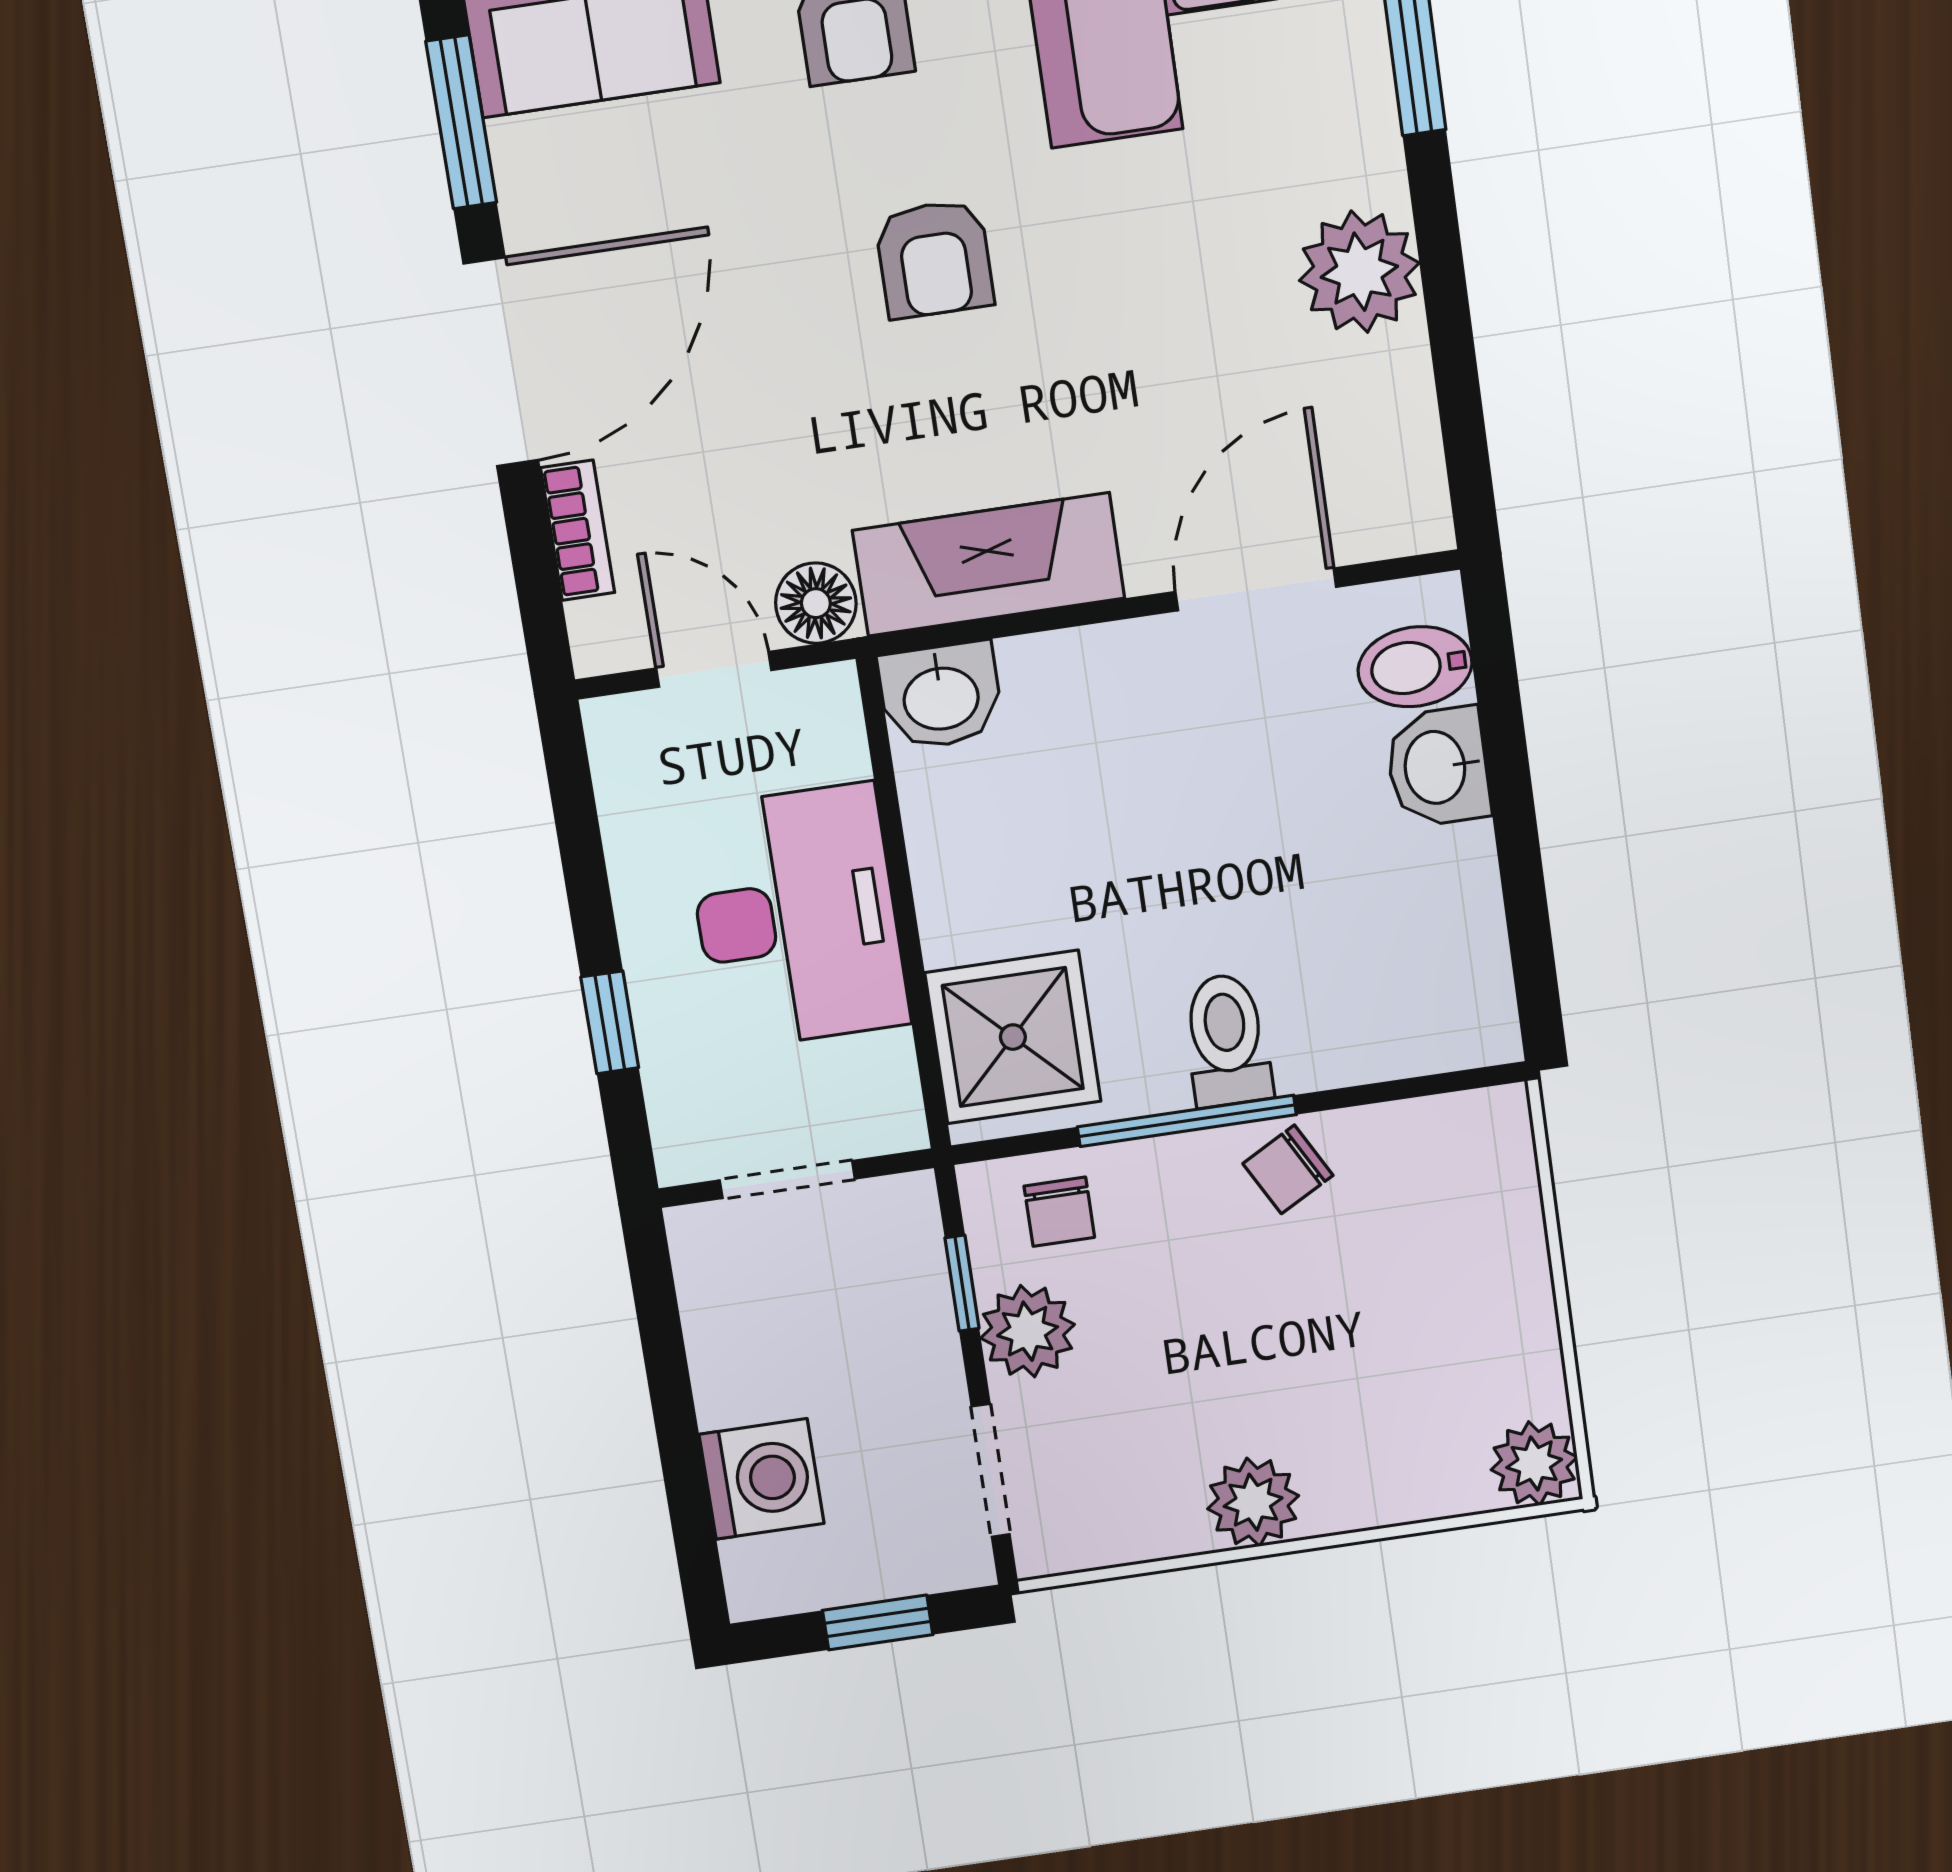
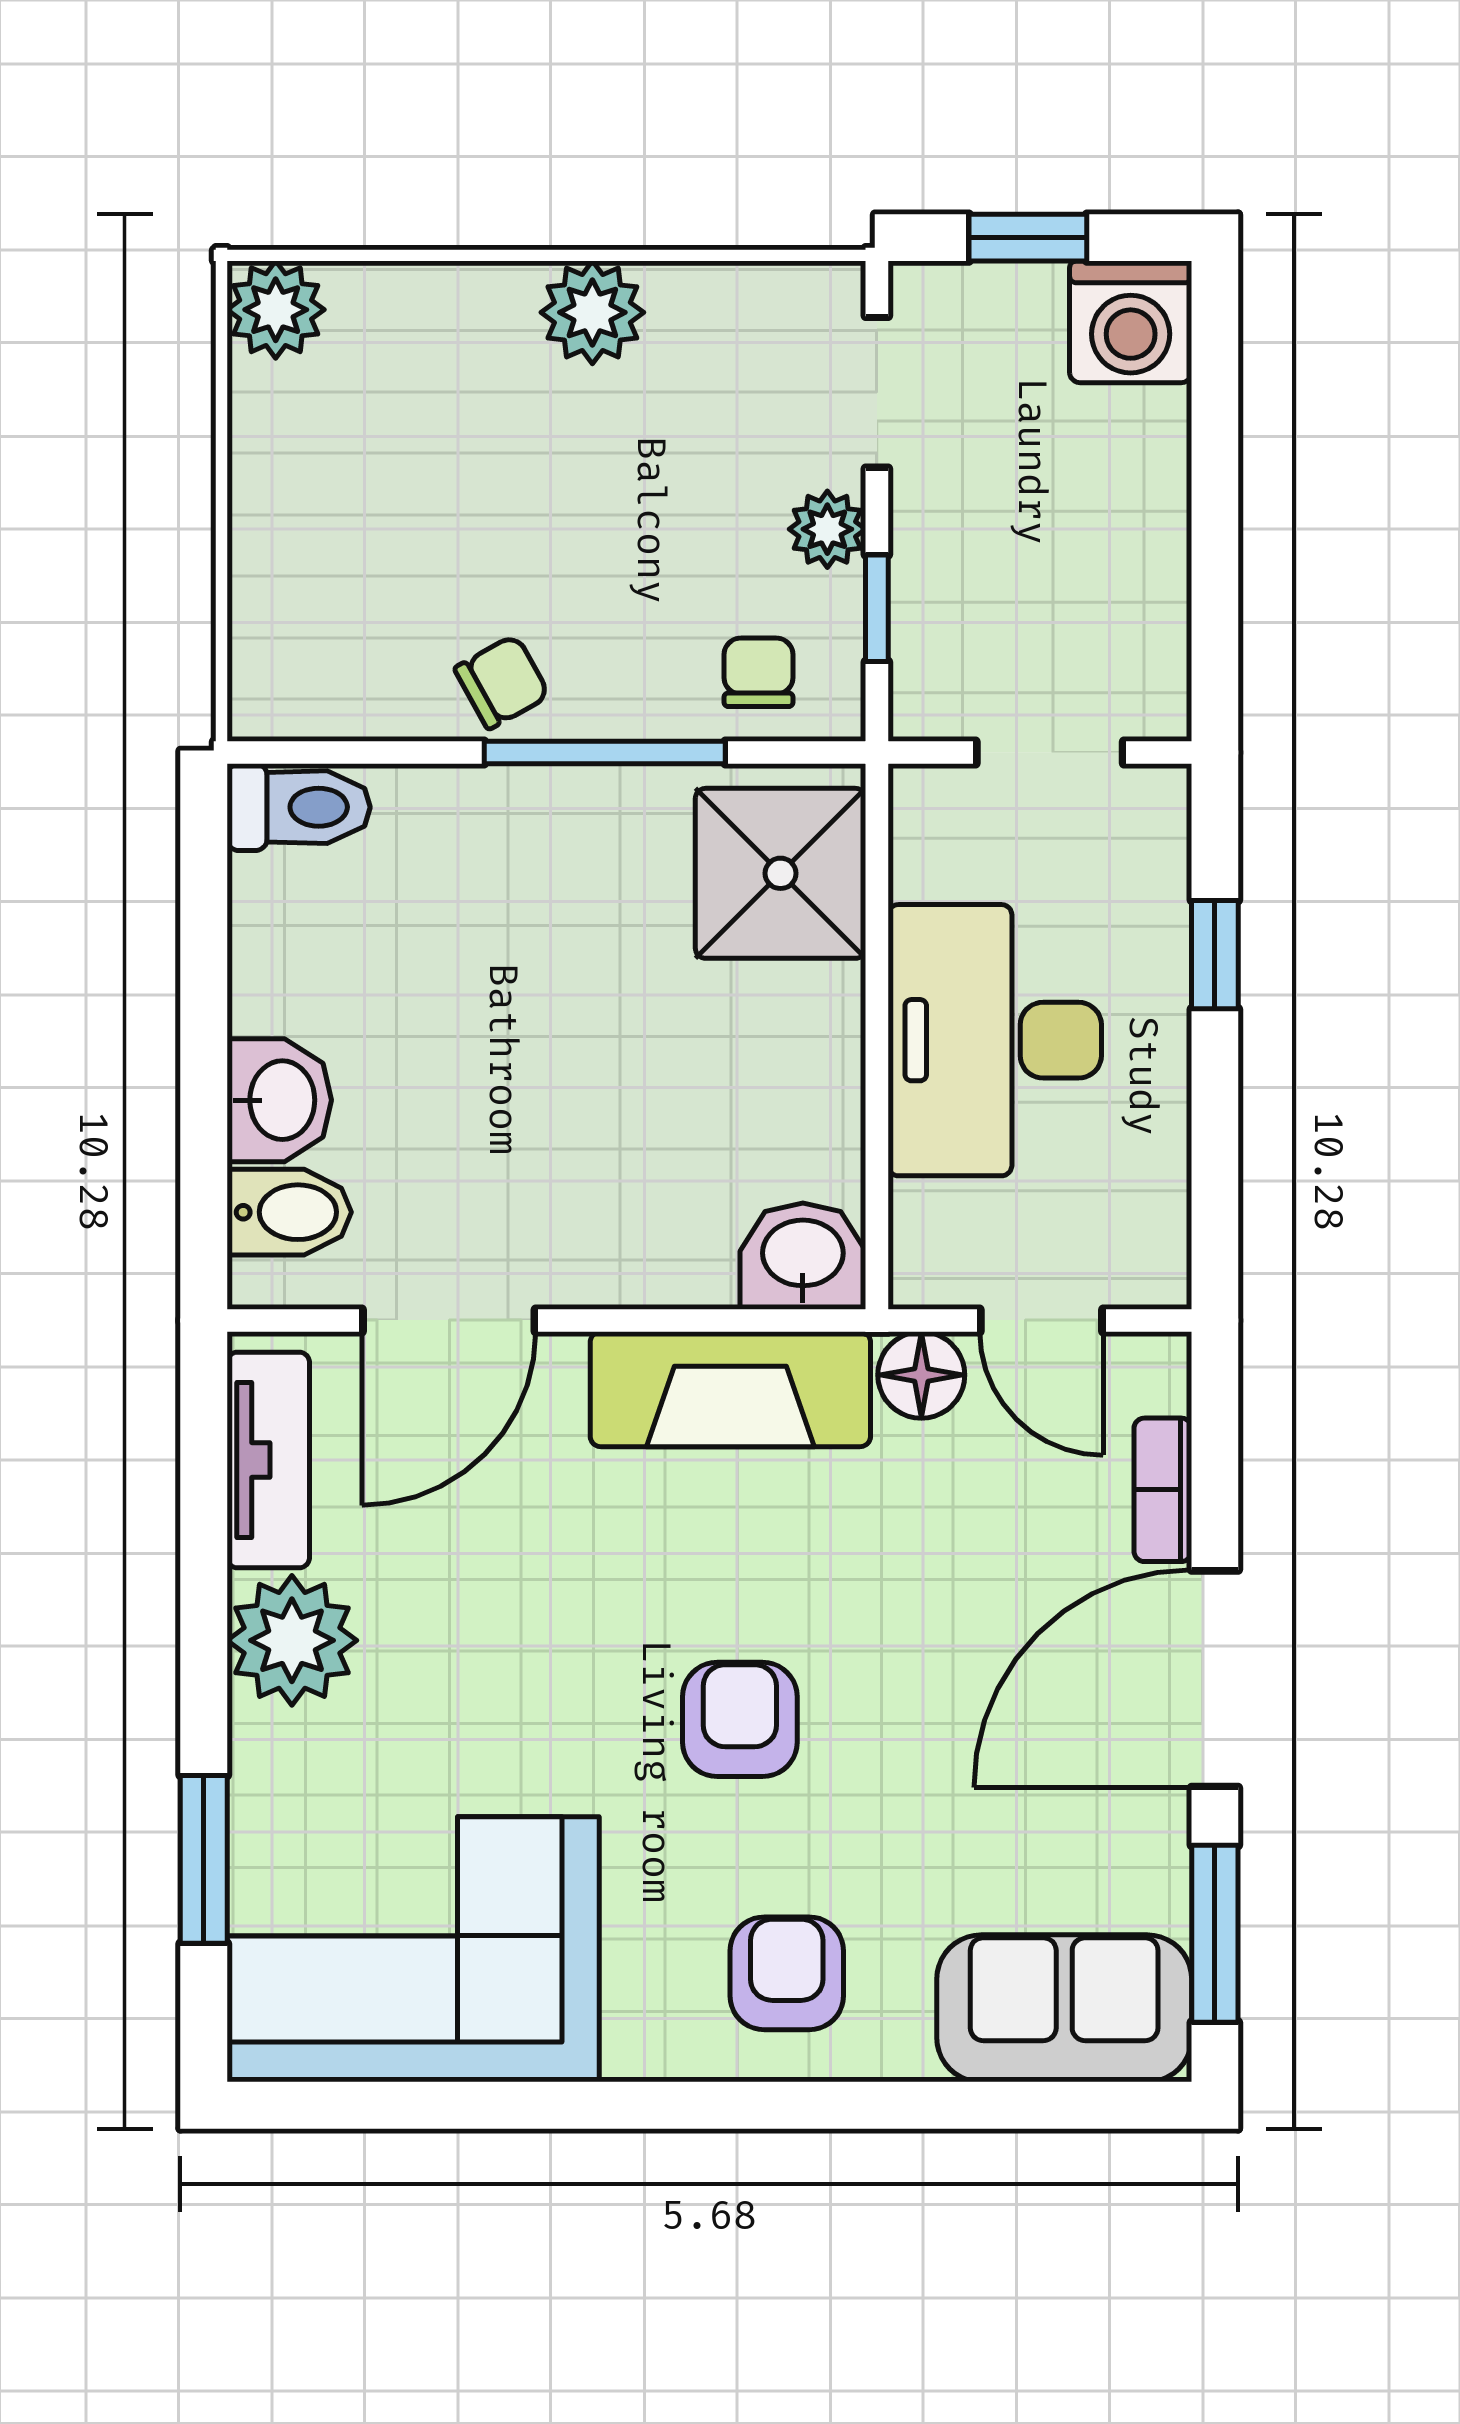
tv unit: (1404, 436) -> (268, 1460), added
toilet: (1227, 1040) -> (299, 807), moved, turned -90
plant: (1028, 1331) -> (827, 529), width x0.73, depth x0.73
washing machine: (762, 1479) -> (1131, 322), moved, turned -90

